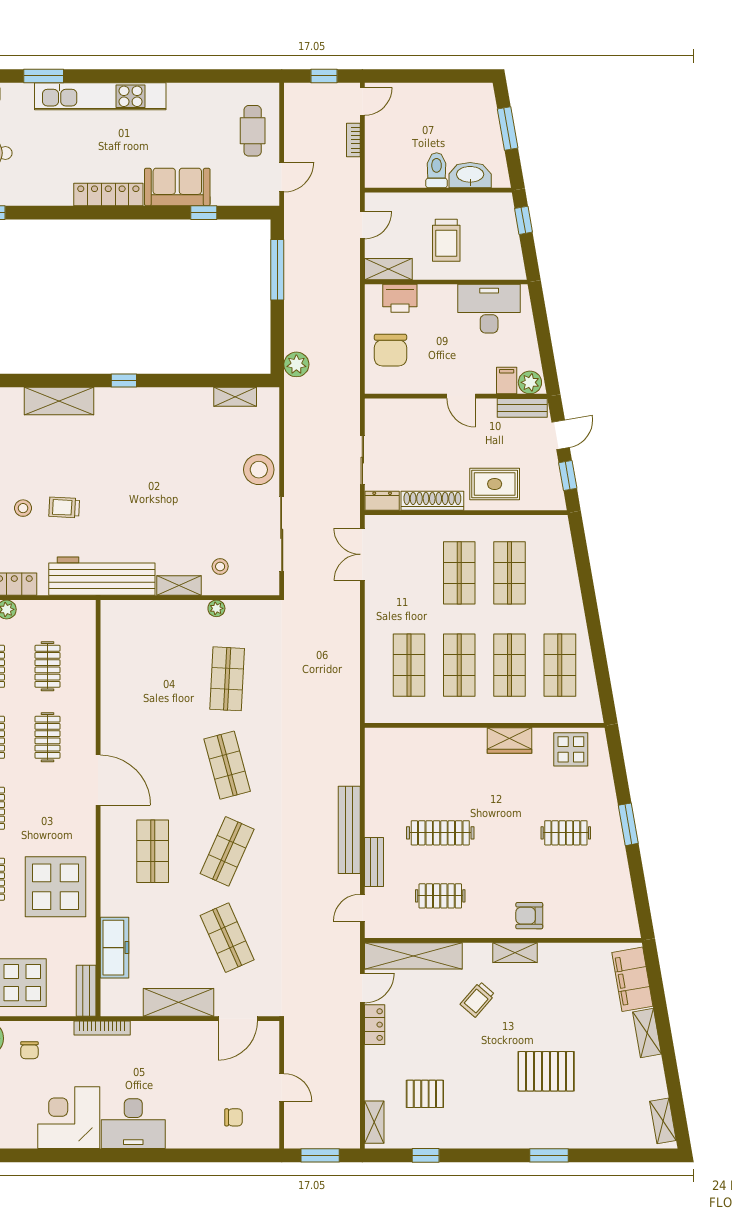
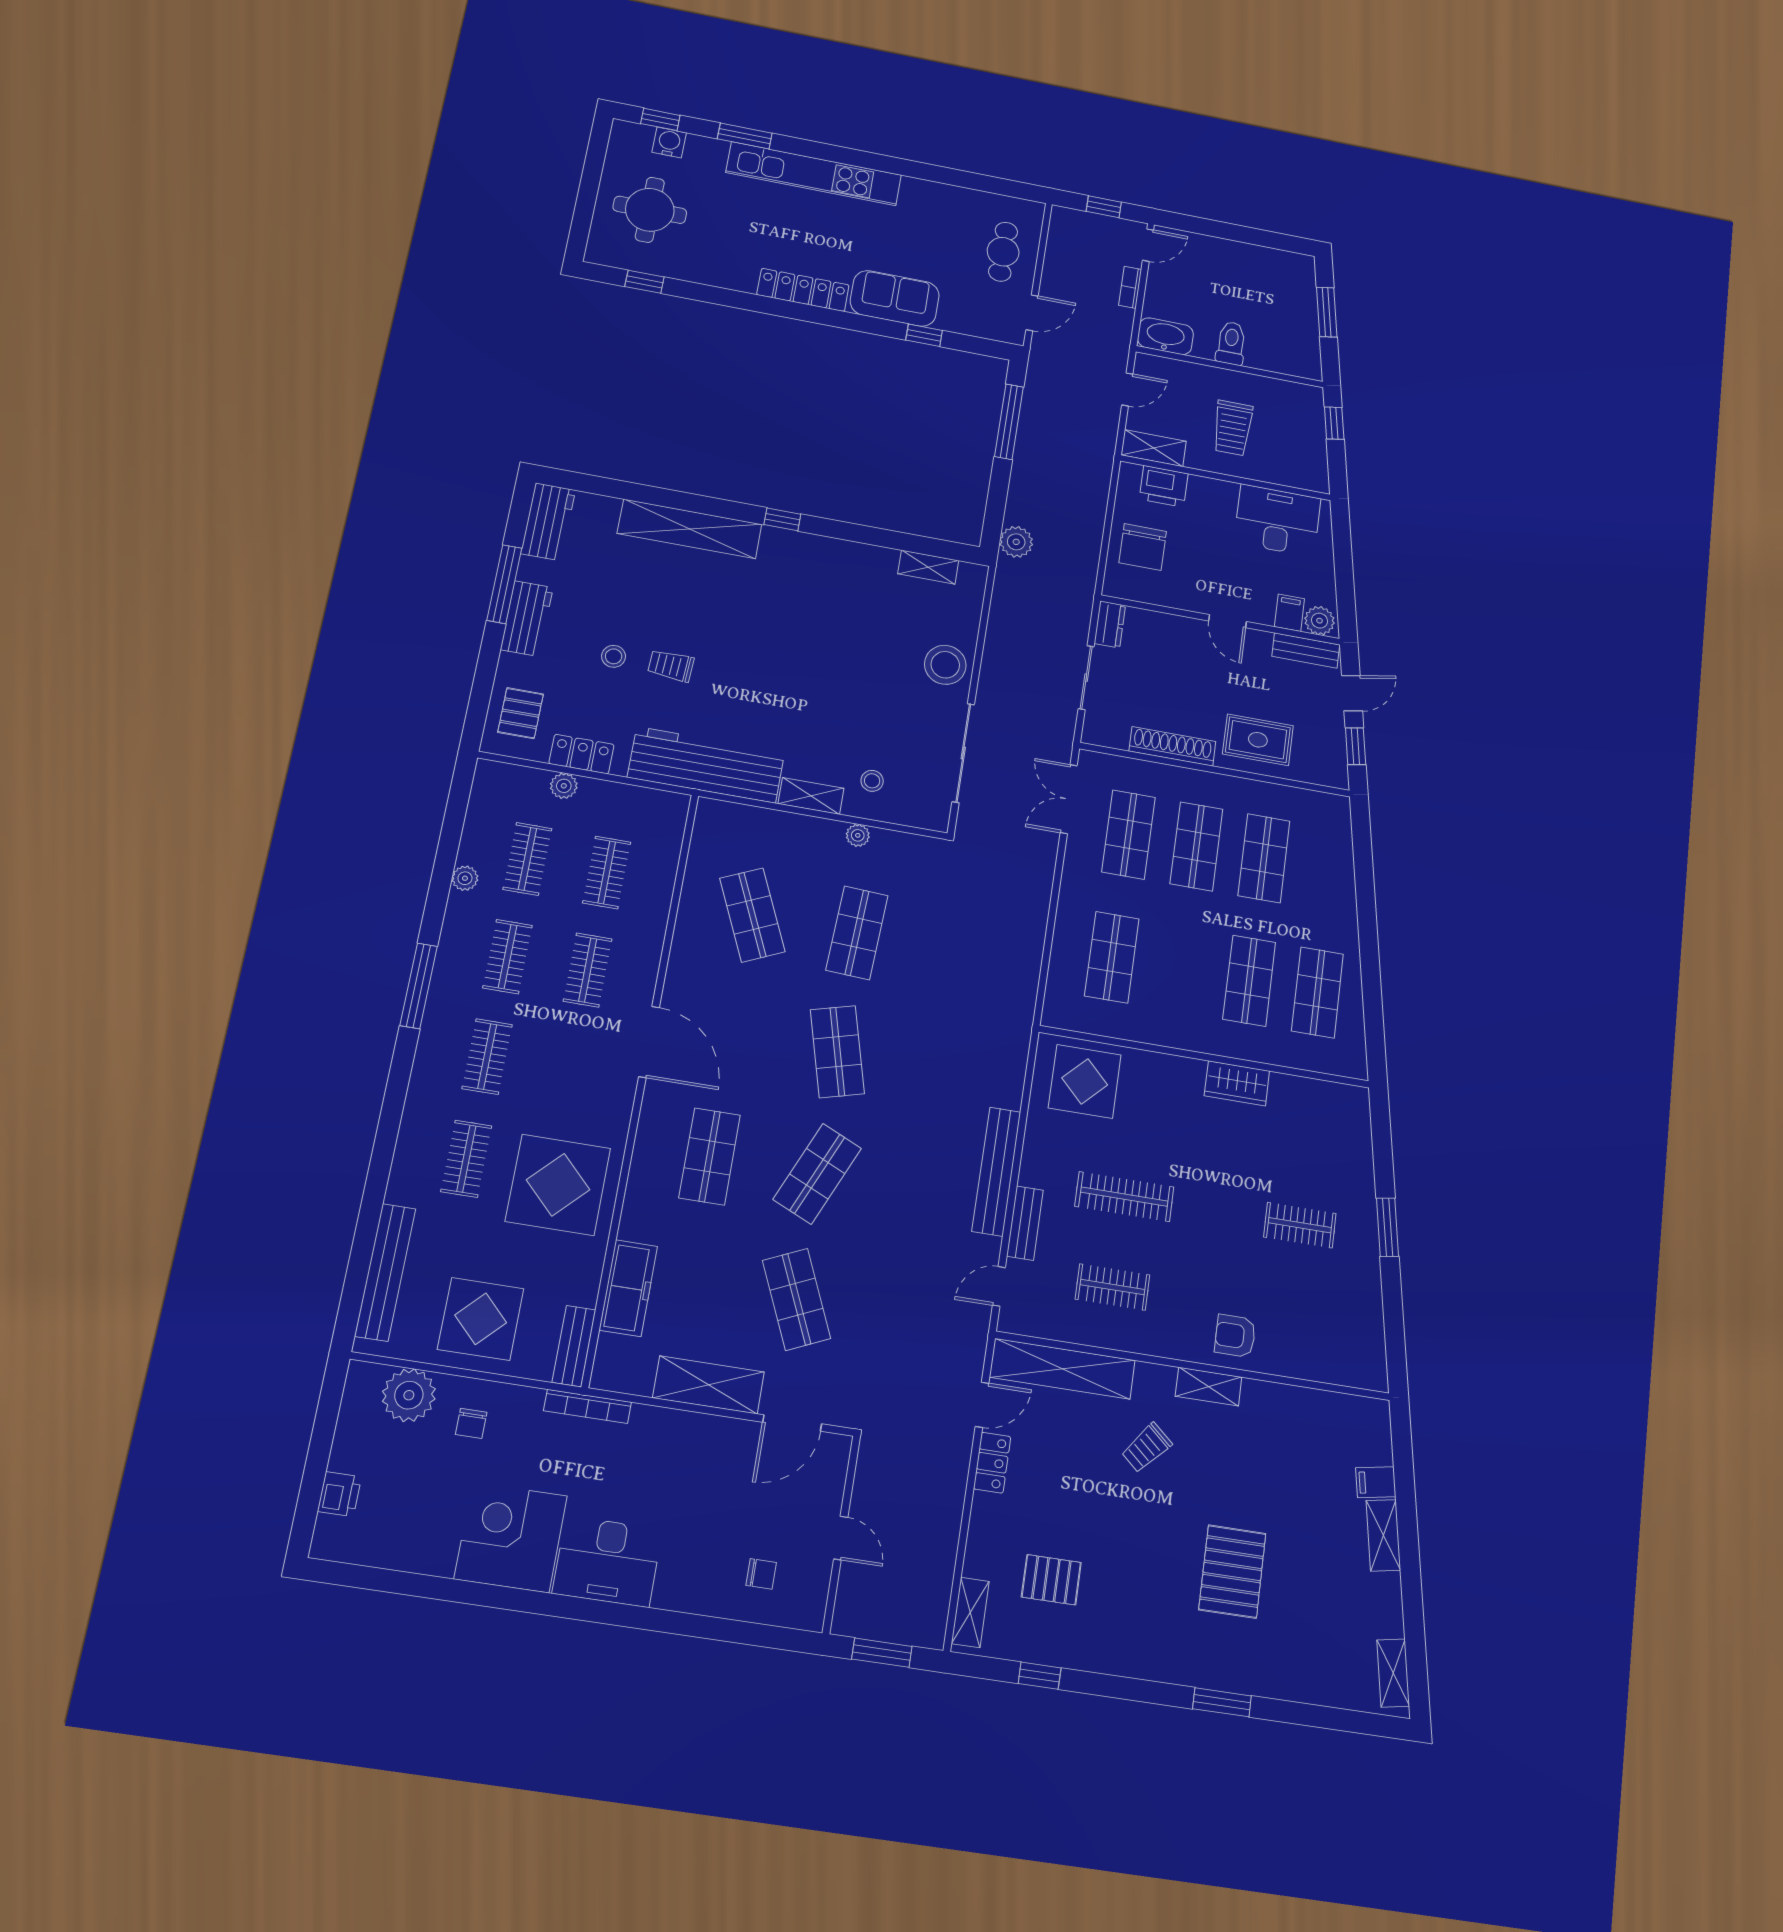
washbasin: (470, 175) -> (1165, 336), moved
shelving: (59, 401) -> (690, 529), width x1.47
dresser: (382, 501) -> (1110, 624), moved, turned 90
shop shelf: (459, 665) -> (1128, 834), moved
shop shelf: (153, 679) -> (752, 915), added
display table: (571, 749) -> (1085, 1081), moved, width x1.36, depth x1.36
filing cabinet: (632, 979) -> (1376, 1482), width x0.33, depth x0.86
pallet: (546, 1071) -> (1232, 1571), turned 90

